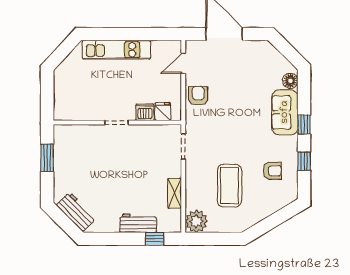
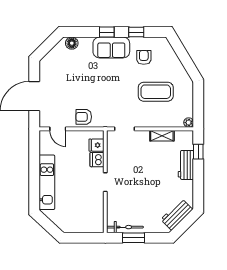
sofa: (285, 112) -> (111, 47), moved
bicycle: (60, 147) -> (125, 227), added
plant: (196, 221) -> (189, 123), width x0.53, depth x0.53

